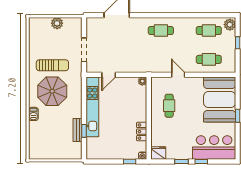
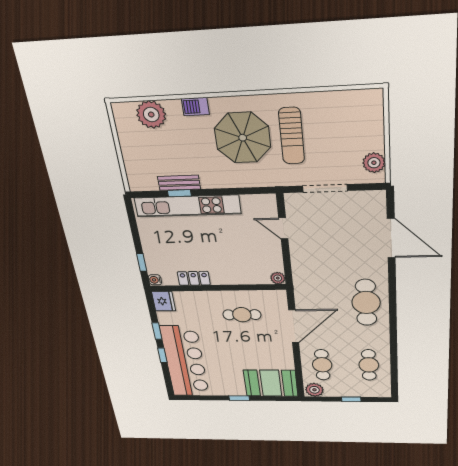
plant: (57, 23) -> (374, 163), moved
plant: (230, 25) -> (314, 390), moved
cafe table: (161, 31) -> (366, 303), width x1.37, depth x1.35
door: (178, 75) -> (294, 326), width x1.87
booth: (220, 100) -> (271, 383), width x0.73, depth x0.70
kitchen unit: (92, 107) -> (187, 206), moved
plant: (37, 138) -> (151, 115), added
bar counter: (214, 147) -> (185, 361), width x1.36

